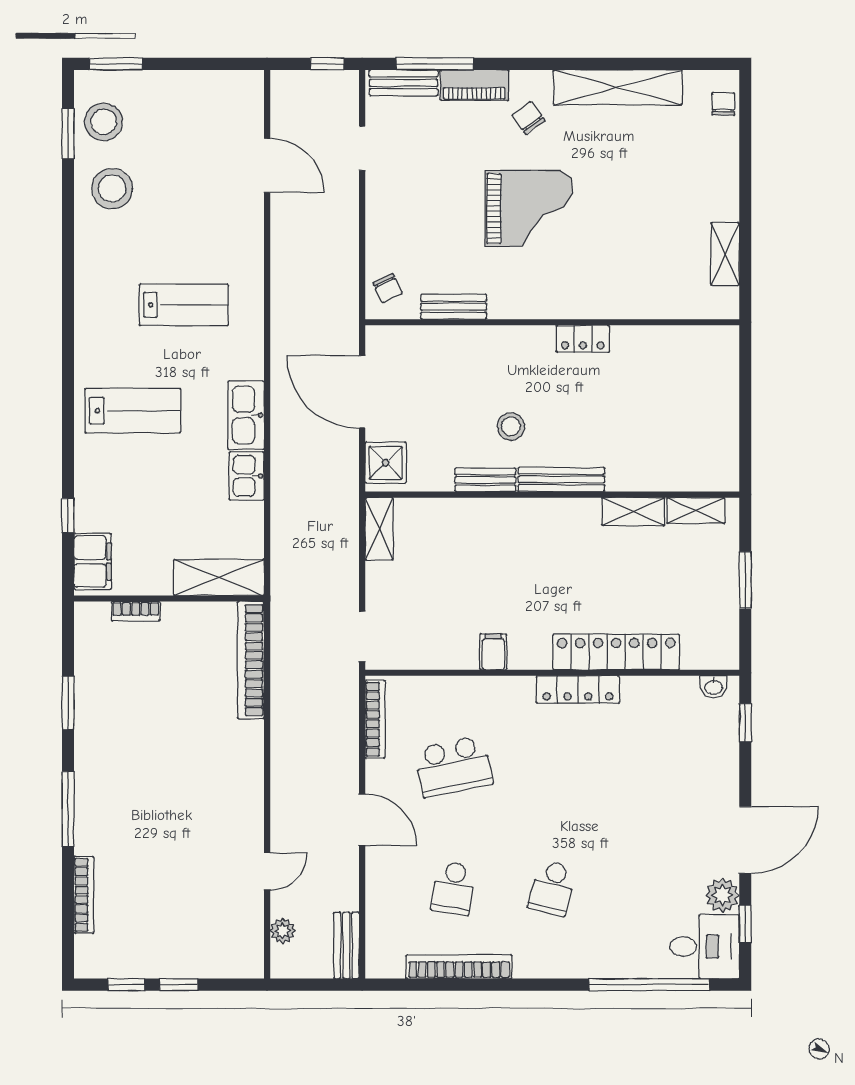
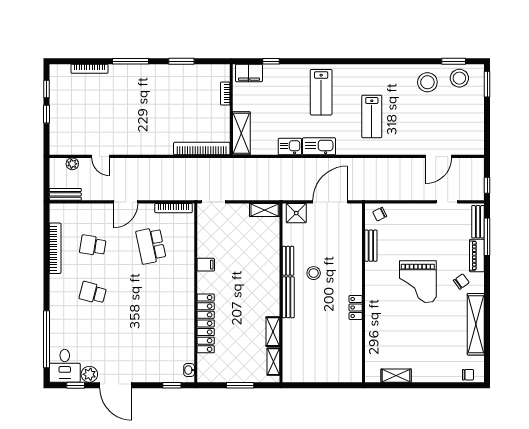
locker: (578, 689) -> (188, 305), removed

